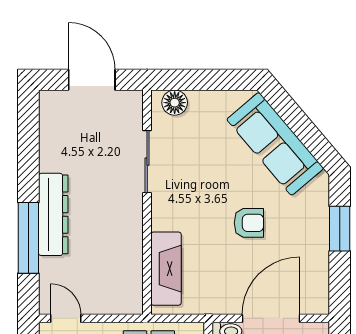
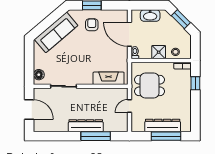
door: (92, 80) -> (29, 110), swing flipped
armchair: (249, 223) -> (92, 25), moved
door: (66, 318) -> (129, 106), moved

